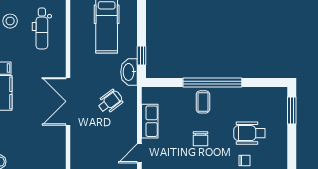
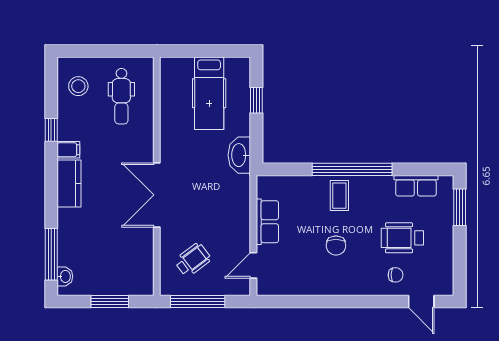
window: (142, 56) -> (256, 100), moved
row of seats: (260, 95) -> (416, 186), added
wheelchair: (110, 102) -> (193, 260), moved

